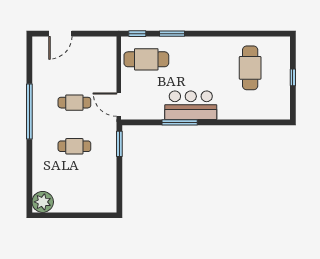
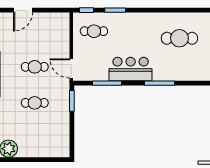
cafe table: (146, 59) -> (94, 31), width x0.73, depth x0.74
cafe table: (250, 68) -> (179, 38), turned 90
window: (180, 122) -> (107, 83), moved
window: (226, 122) -> (160, 83), added

